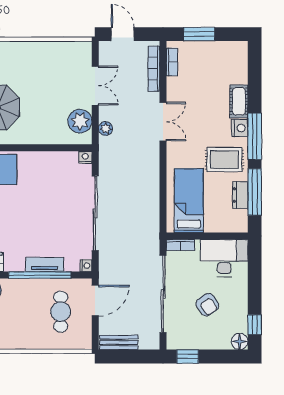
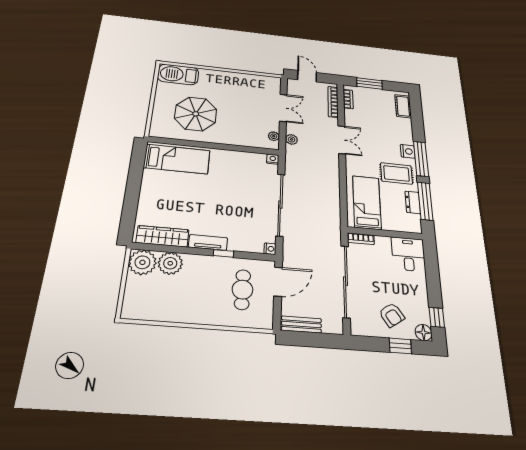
cot: (239, 101) -> (403, 106), moved
plant: (80, 121) -> (274, 136), width x0.53, depth x0.53
desk: (224, 258) -> (408, 254), width x0.73
tv unit: (45, 264) -> (208, 242), moved
window: (40, 275) -> (223, 253), width x0.32
armchair: (207, 305) -> (392, 315), moved
window: (188, 356) -> (400, 346), moved

